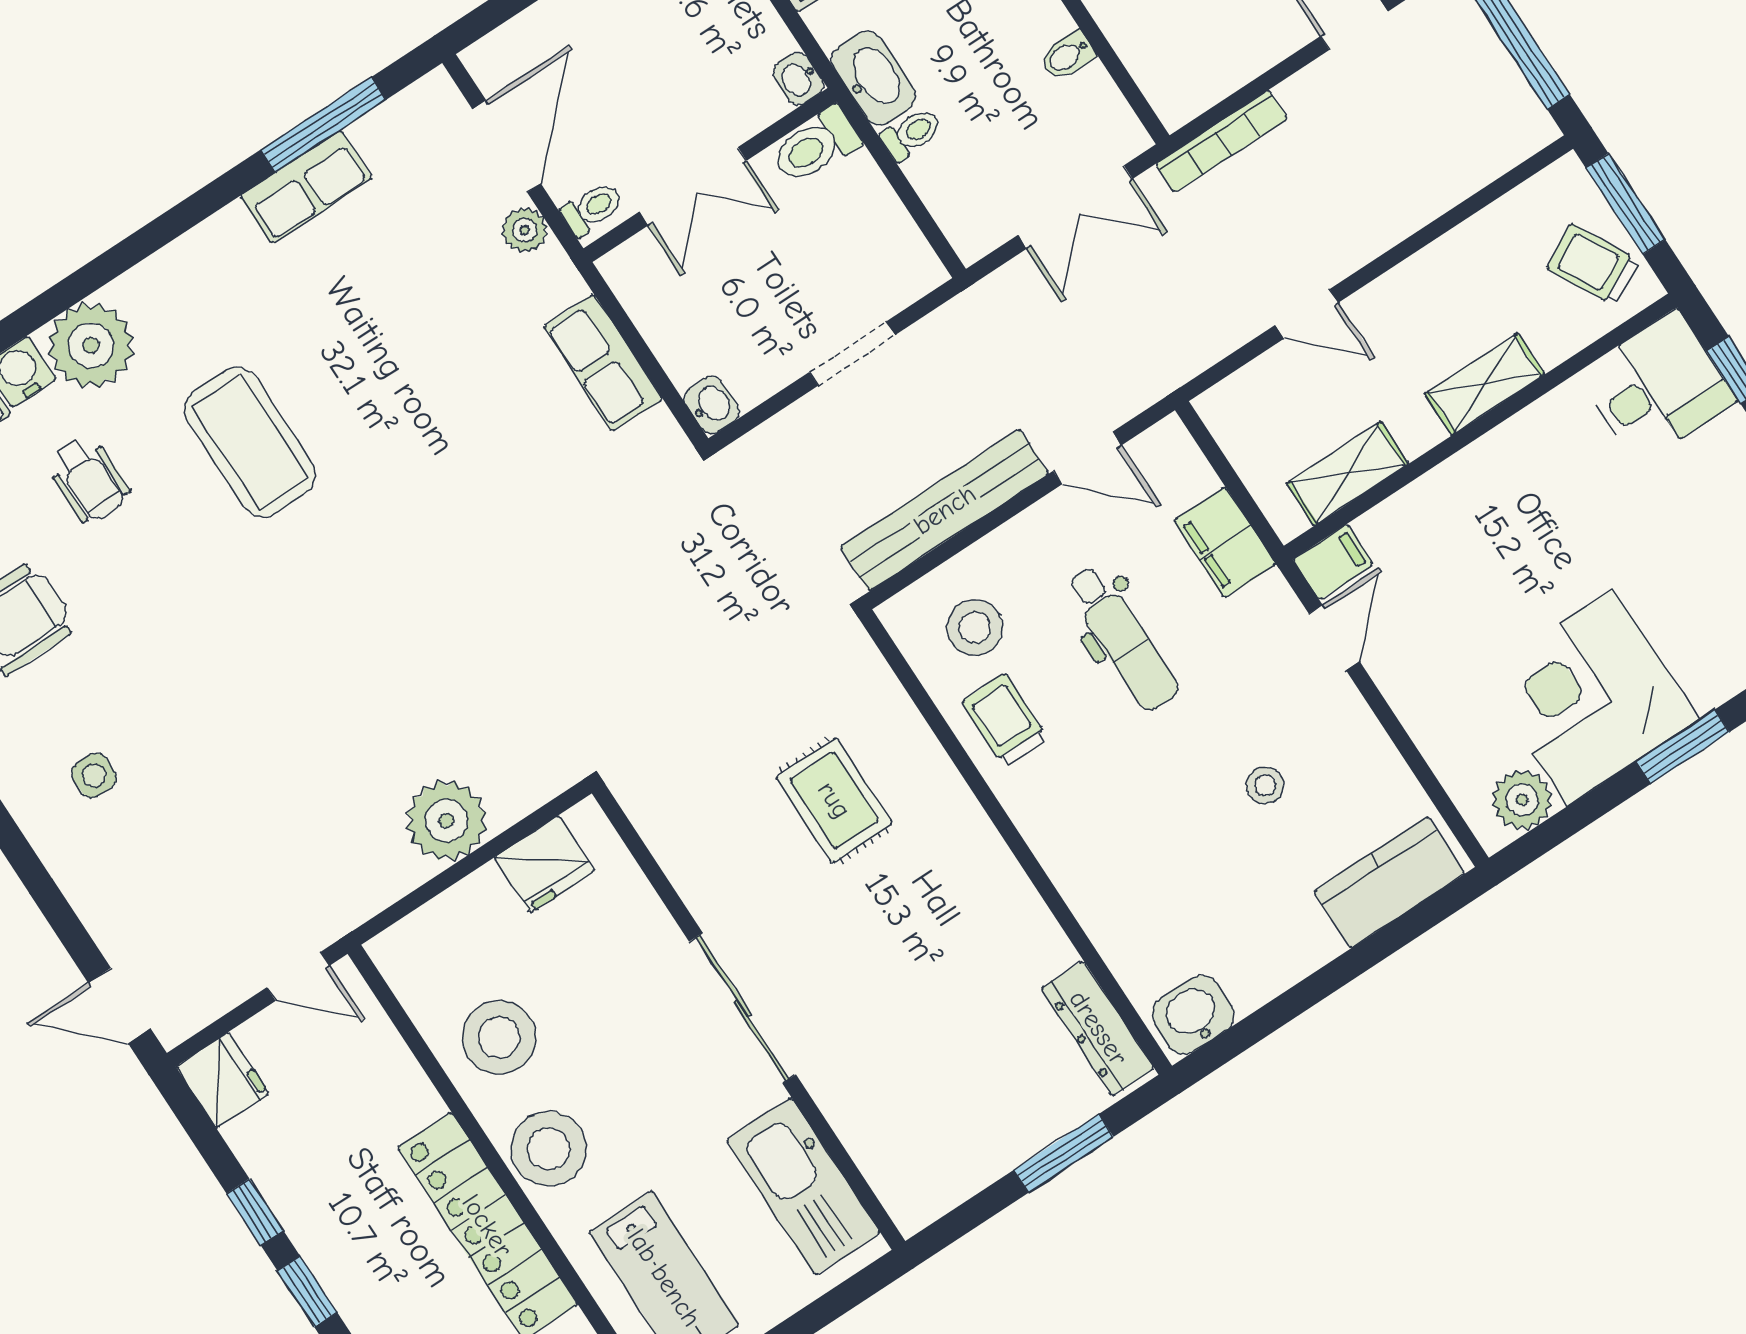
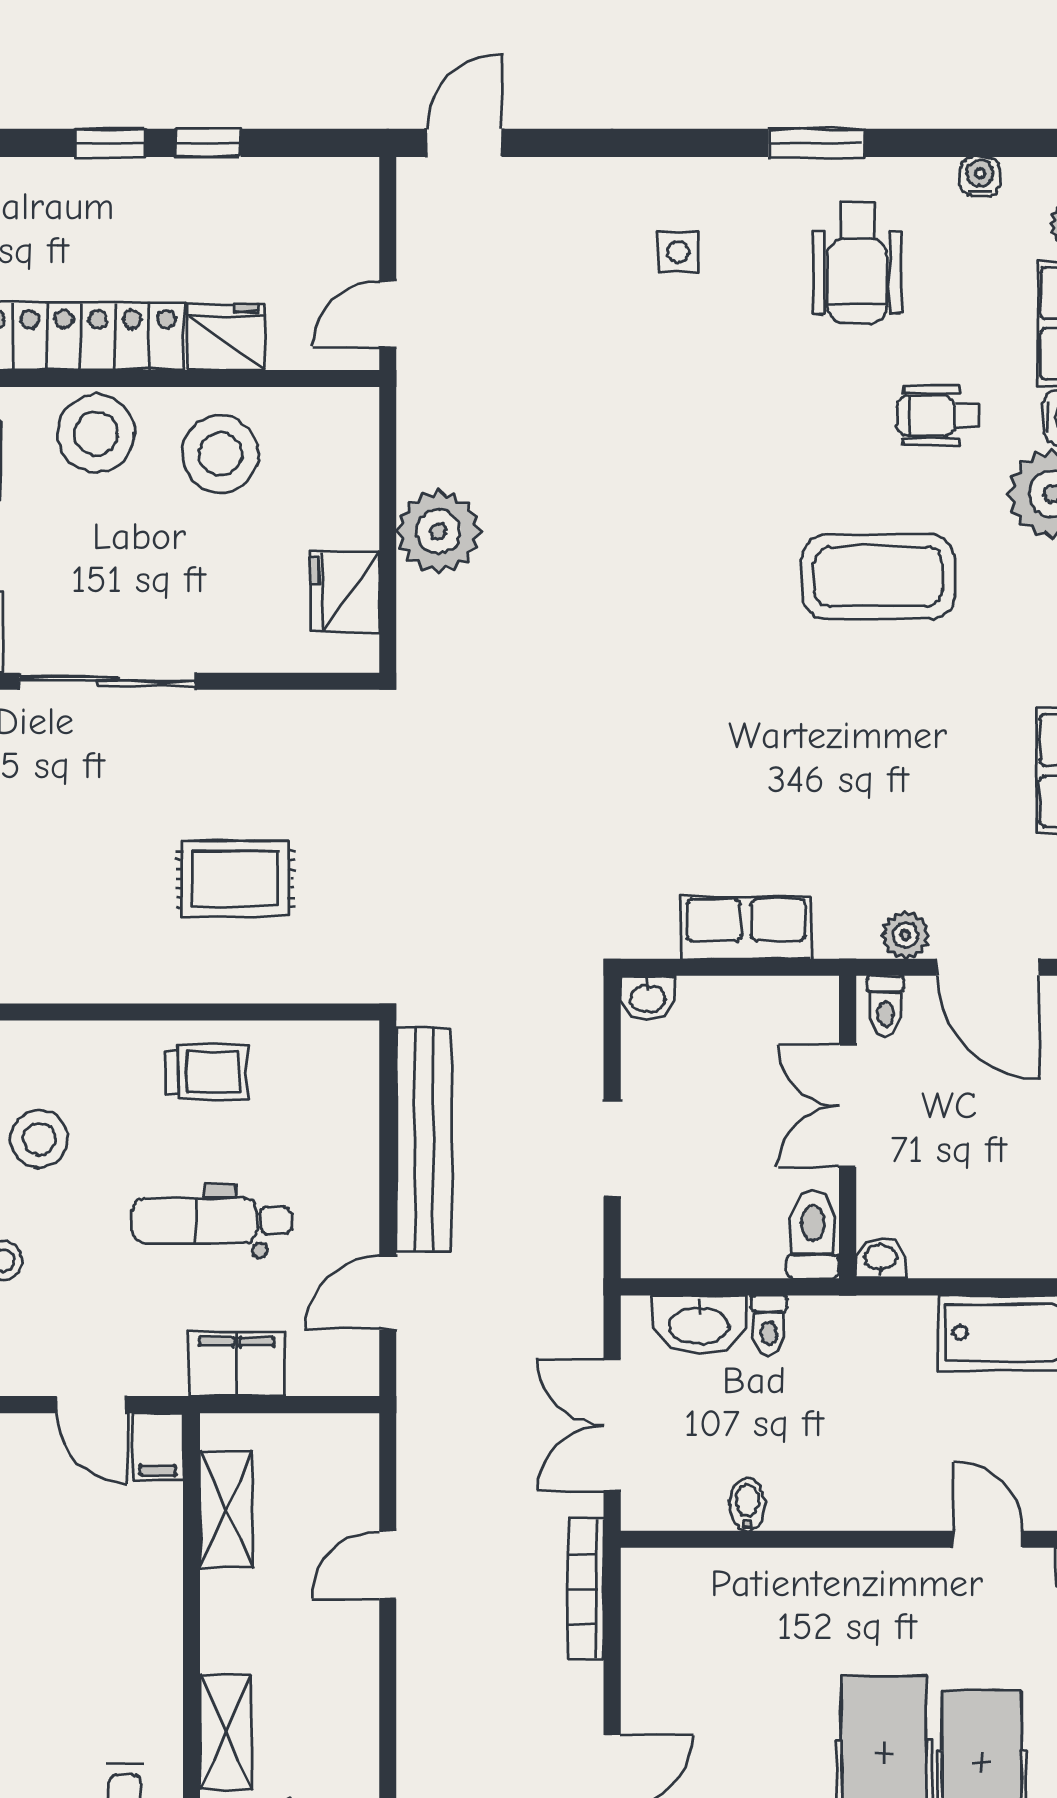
washbasin: (874, 78) -> (699, 1324), moved
shelving: (1485, 384) -> (226, 1732), moved
stool: (975, 627) -> (39, 1139), moved
fridge: (222, 1080) -> (226, 337), moved, turned 180

